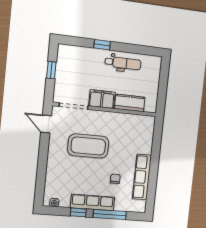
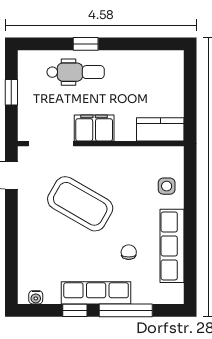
dental chair: (123, 63) -> (76, 72), moved
kitchen counter: (130, 103) -> (160, 129), moved
side table: (143, 140) -> (167, 186), added
coffee table: (88, 146) -> (80, 204), turned 30

